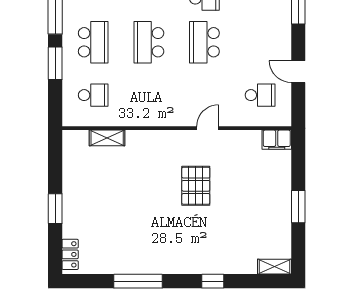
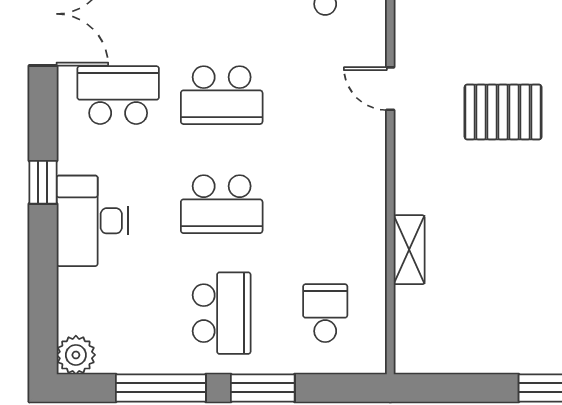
school desk: (93, 42) -> (222, 313), turned 90
shelving: (107, 138) -> (409, 250), moved

